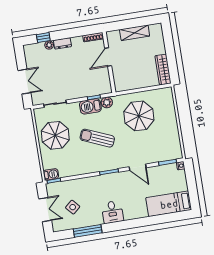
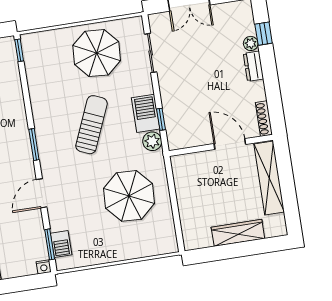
shelving: (135, 33) -> (269, 178), width x1.47
wardrobe: (163, 70) -> (238, 233), moved
barbecue: (51, 174) -> (61, 244), moved

